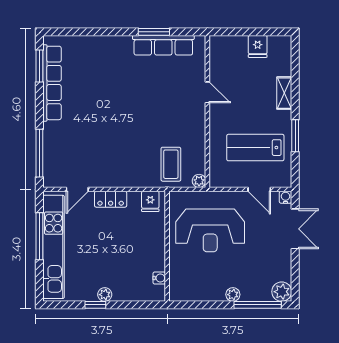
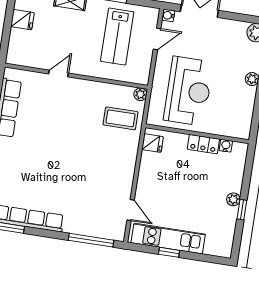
locker: (111, 199) -> (203, 144), moved, turned 90
window: (39, 236) -> (169, 252), width x0.46
kitchen unit: (54, 247) -> (168, 239), width x0.73

